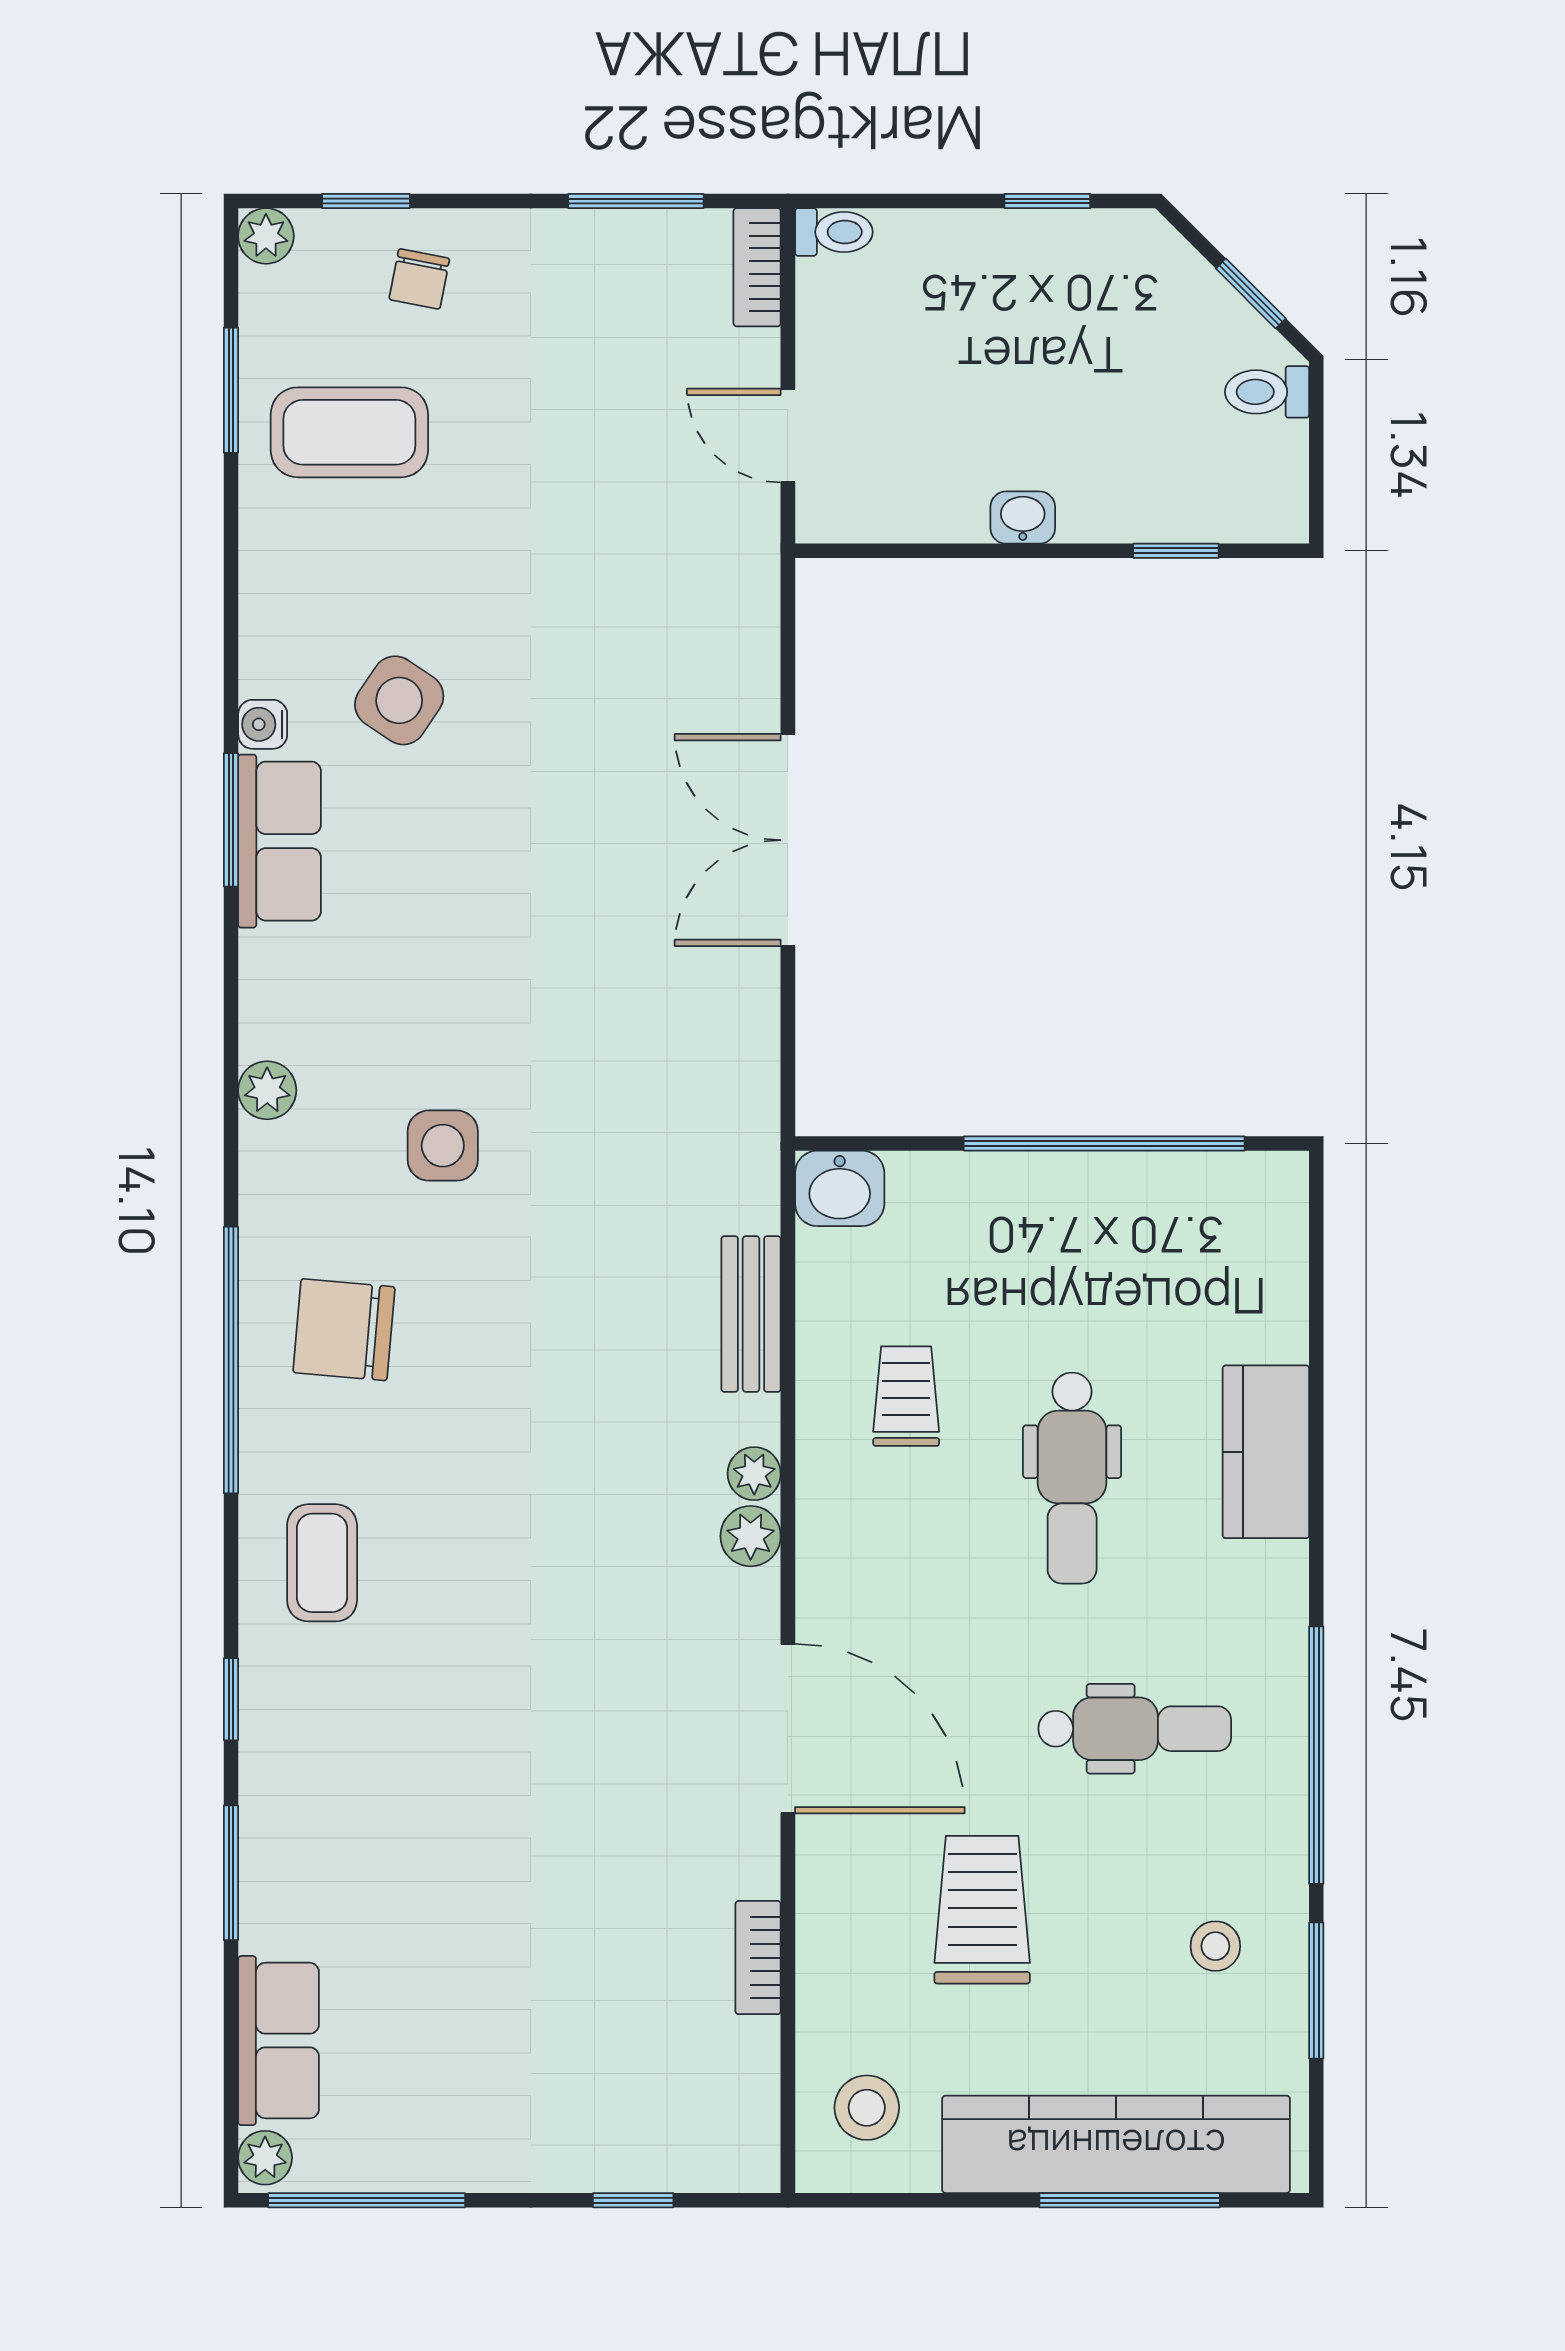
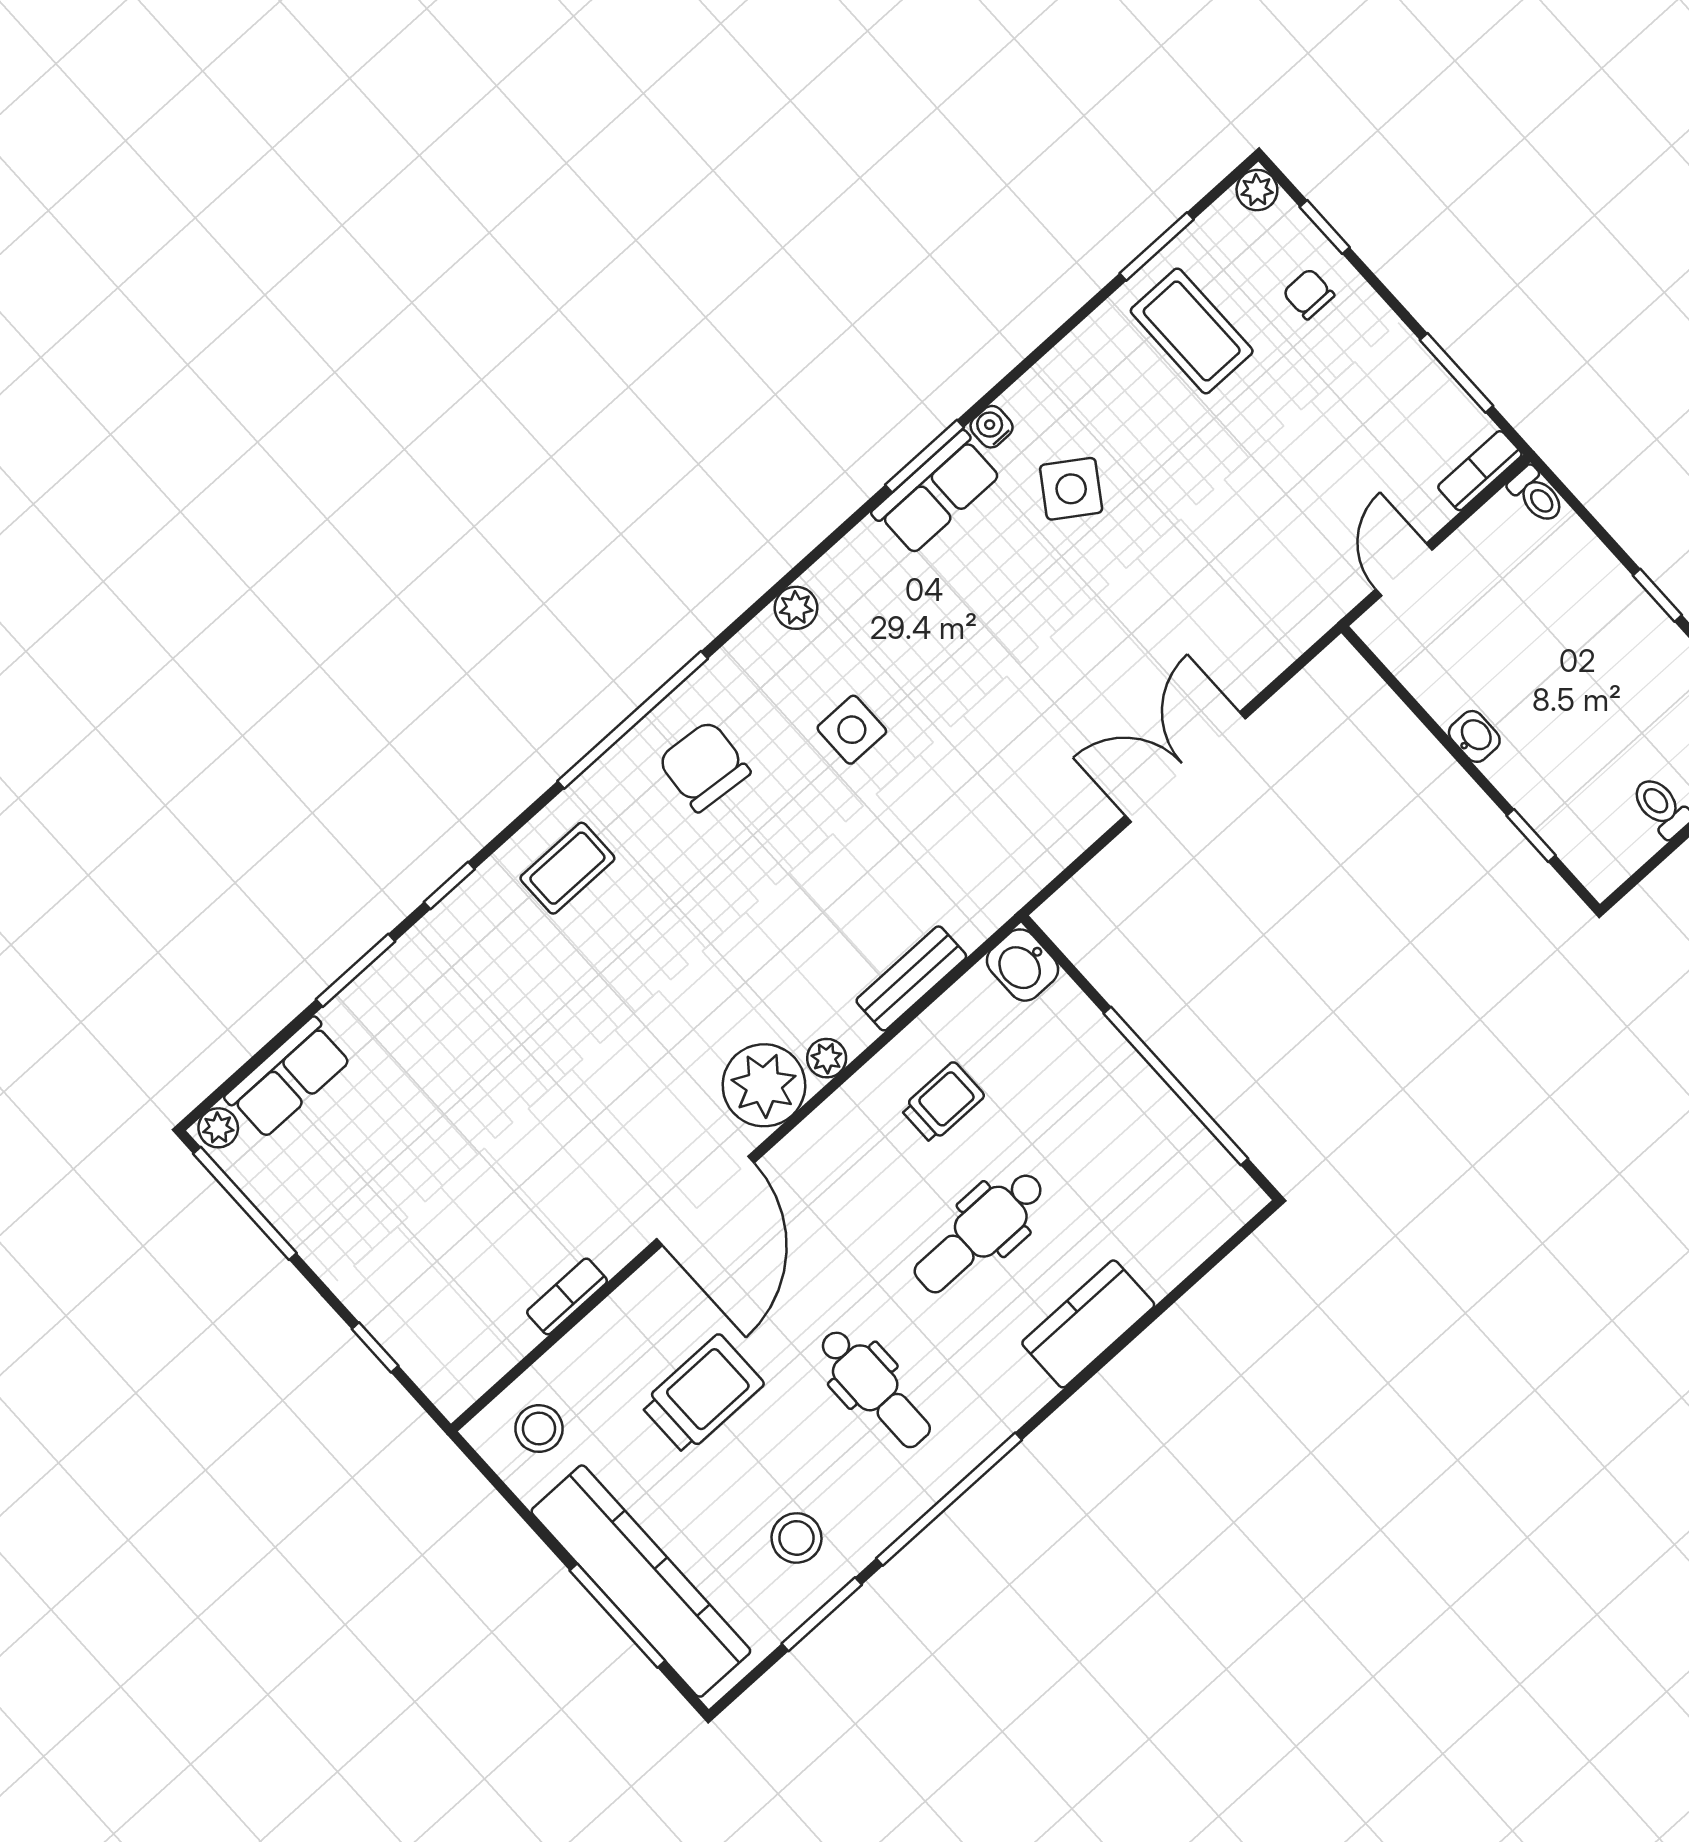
chair: (419, 279) -> (1309, 294), turned 79
plant: (751, 1536) -> (764, 1085), width x1.87, depth x1.87
stool: (1215, 1946) -> (796, 1538), width x1.37, depth x1.37

